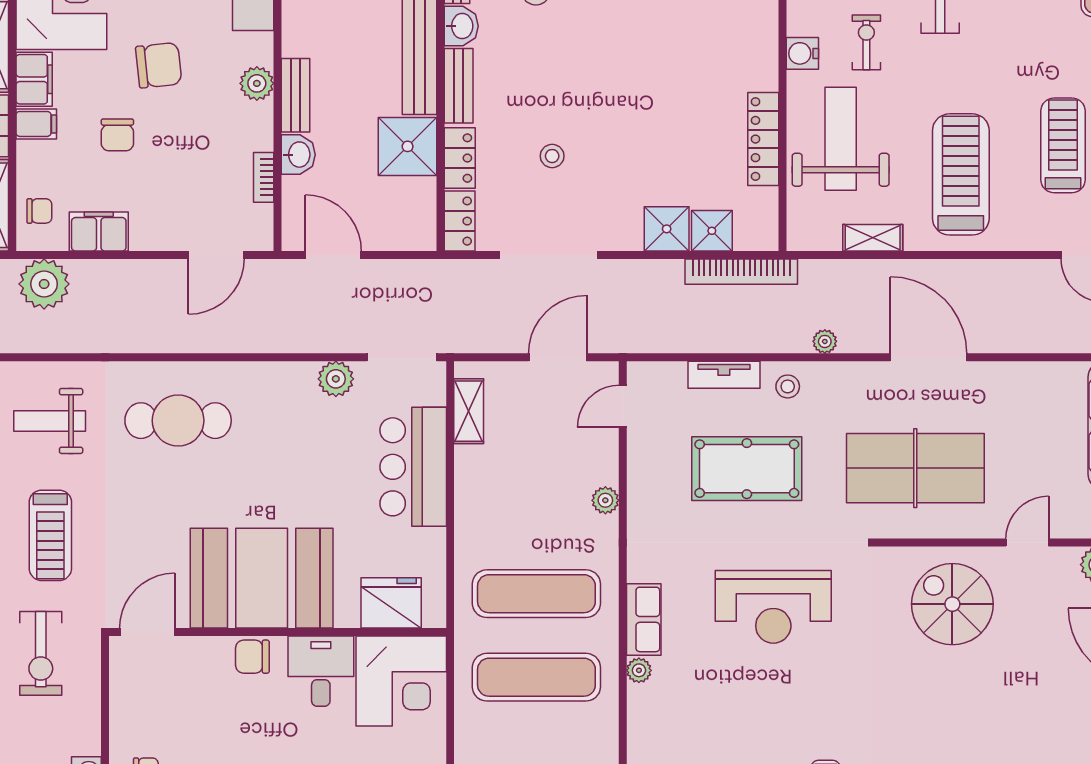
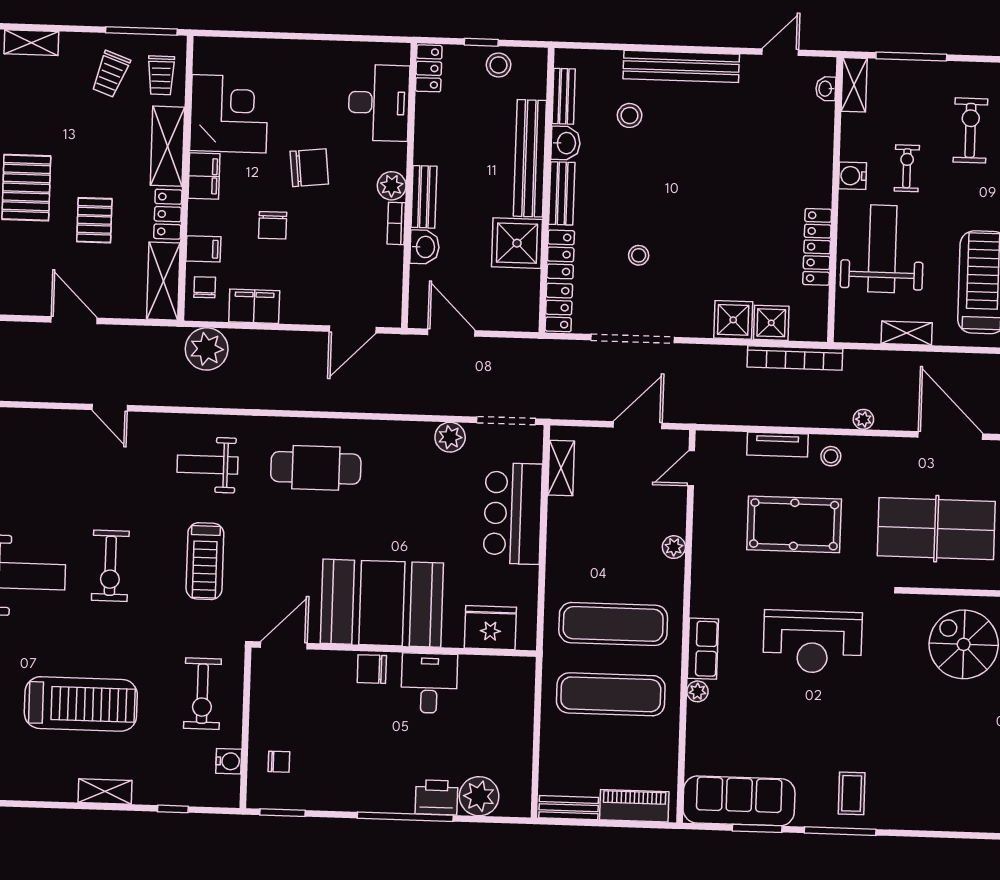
filing cabinet: (36, 124) -> (203, 249), moved
bookcase: (264, 177) -> (396, 223), moved
chair: (39, 211) -> (205, 287), turned -90
exercise bike: (41, 653) -> (202, 694), moved
corner desk: (401, 681) -> (497, 694), removed

